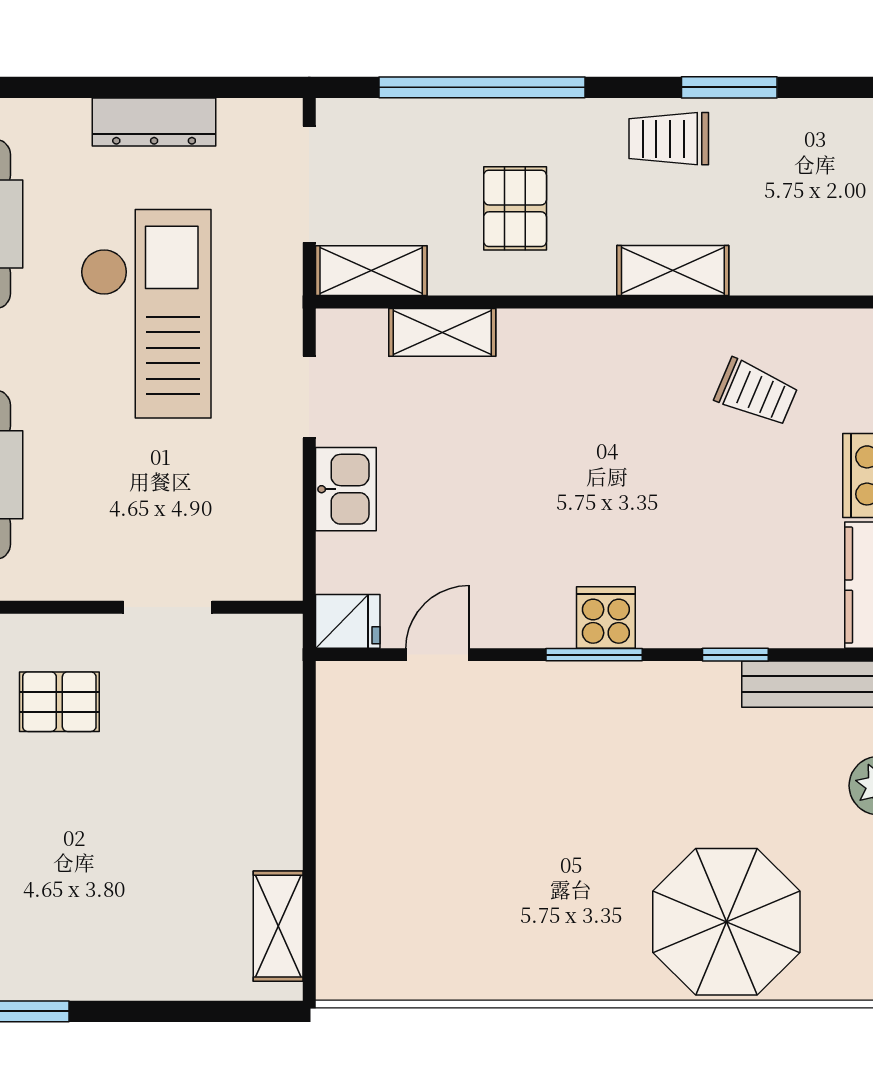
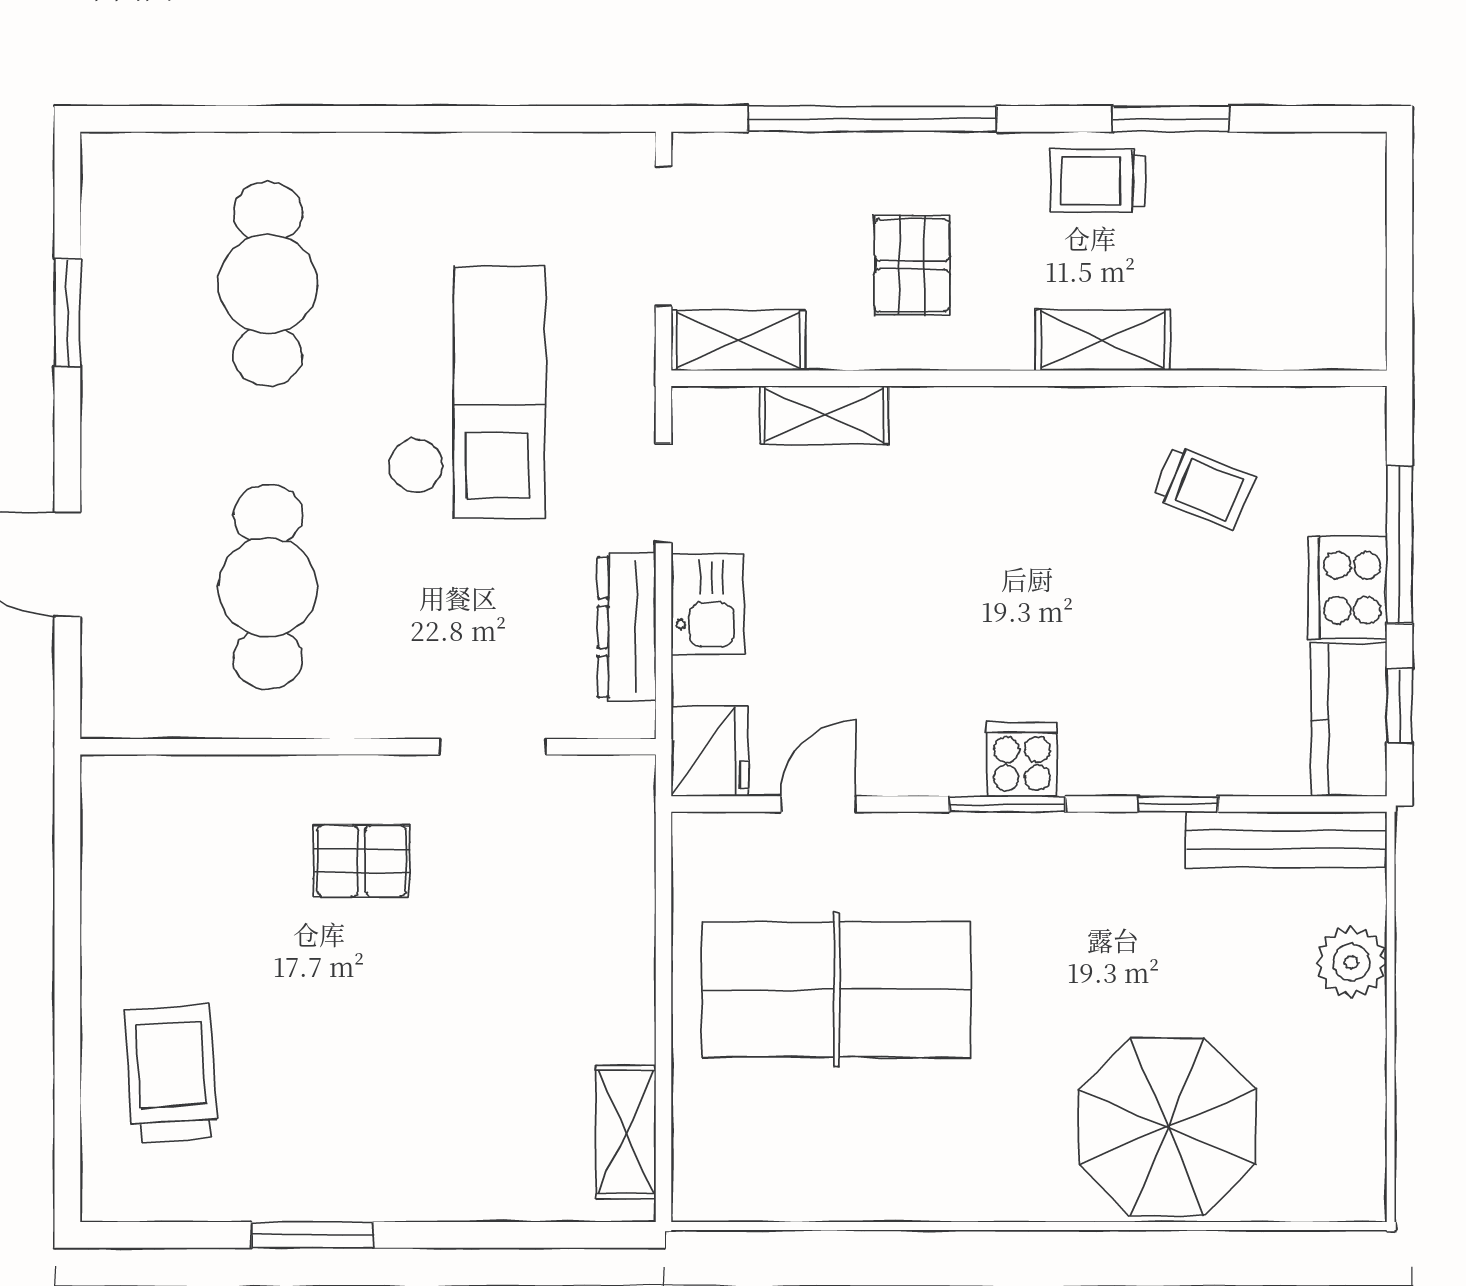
dresser: (154, 122) -> (627, 627), moved, turned 90
fridge: (348, 621) -> (710, 751), width x1.38
table tennis table: (452, 808) -> (837, 989), added

